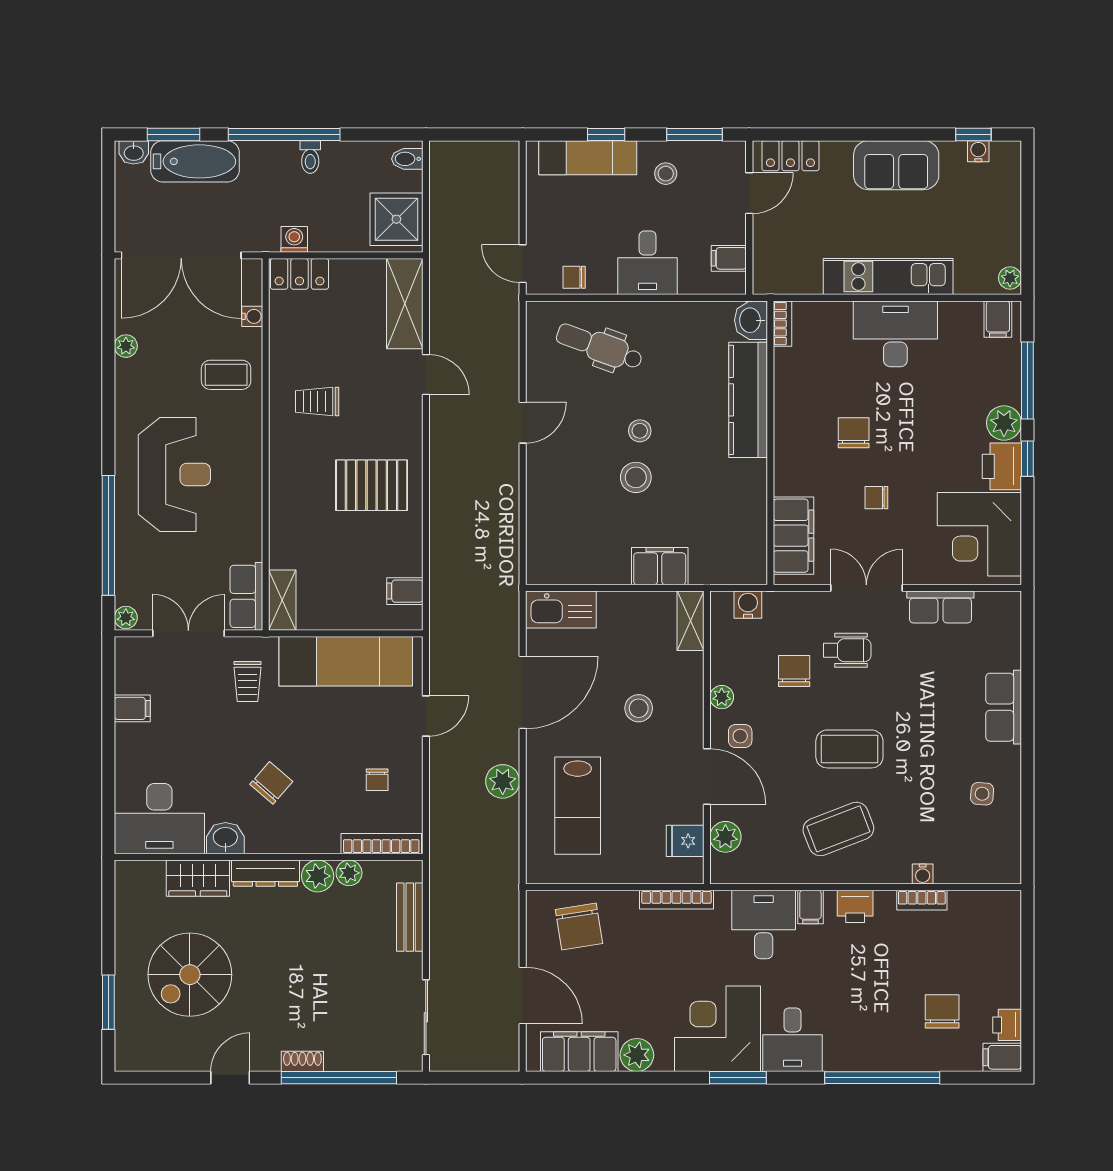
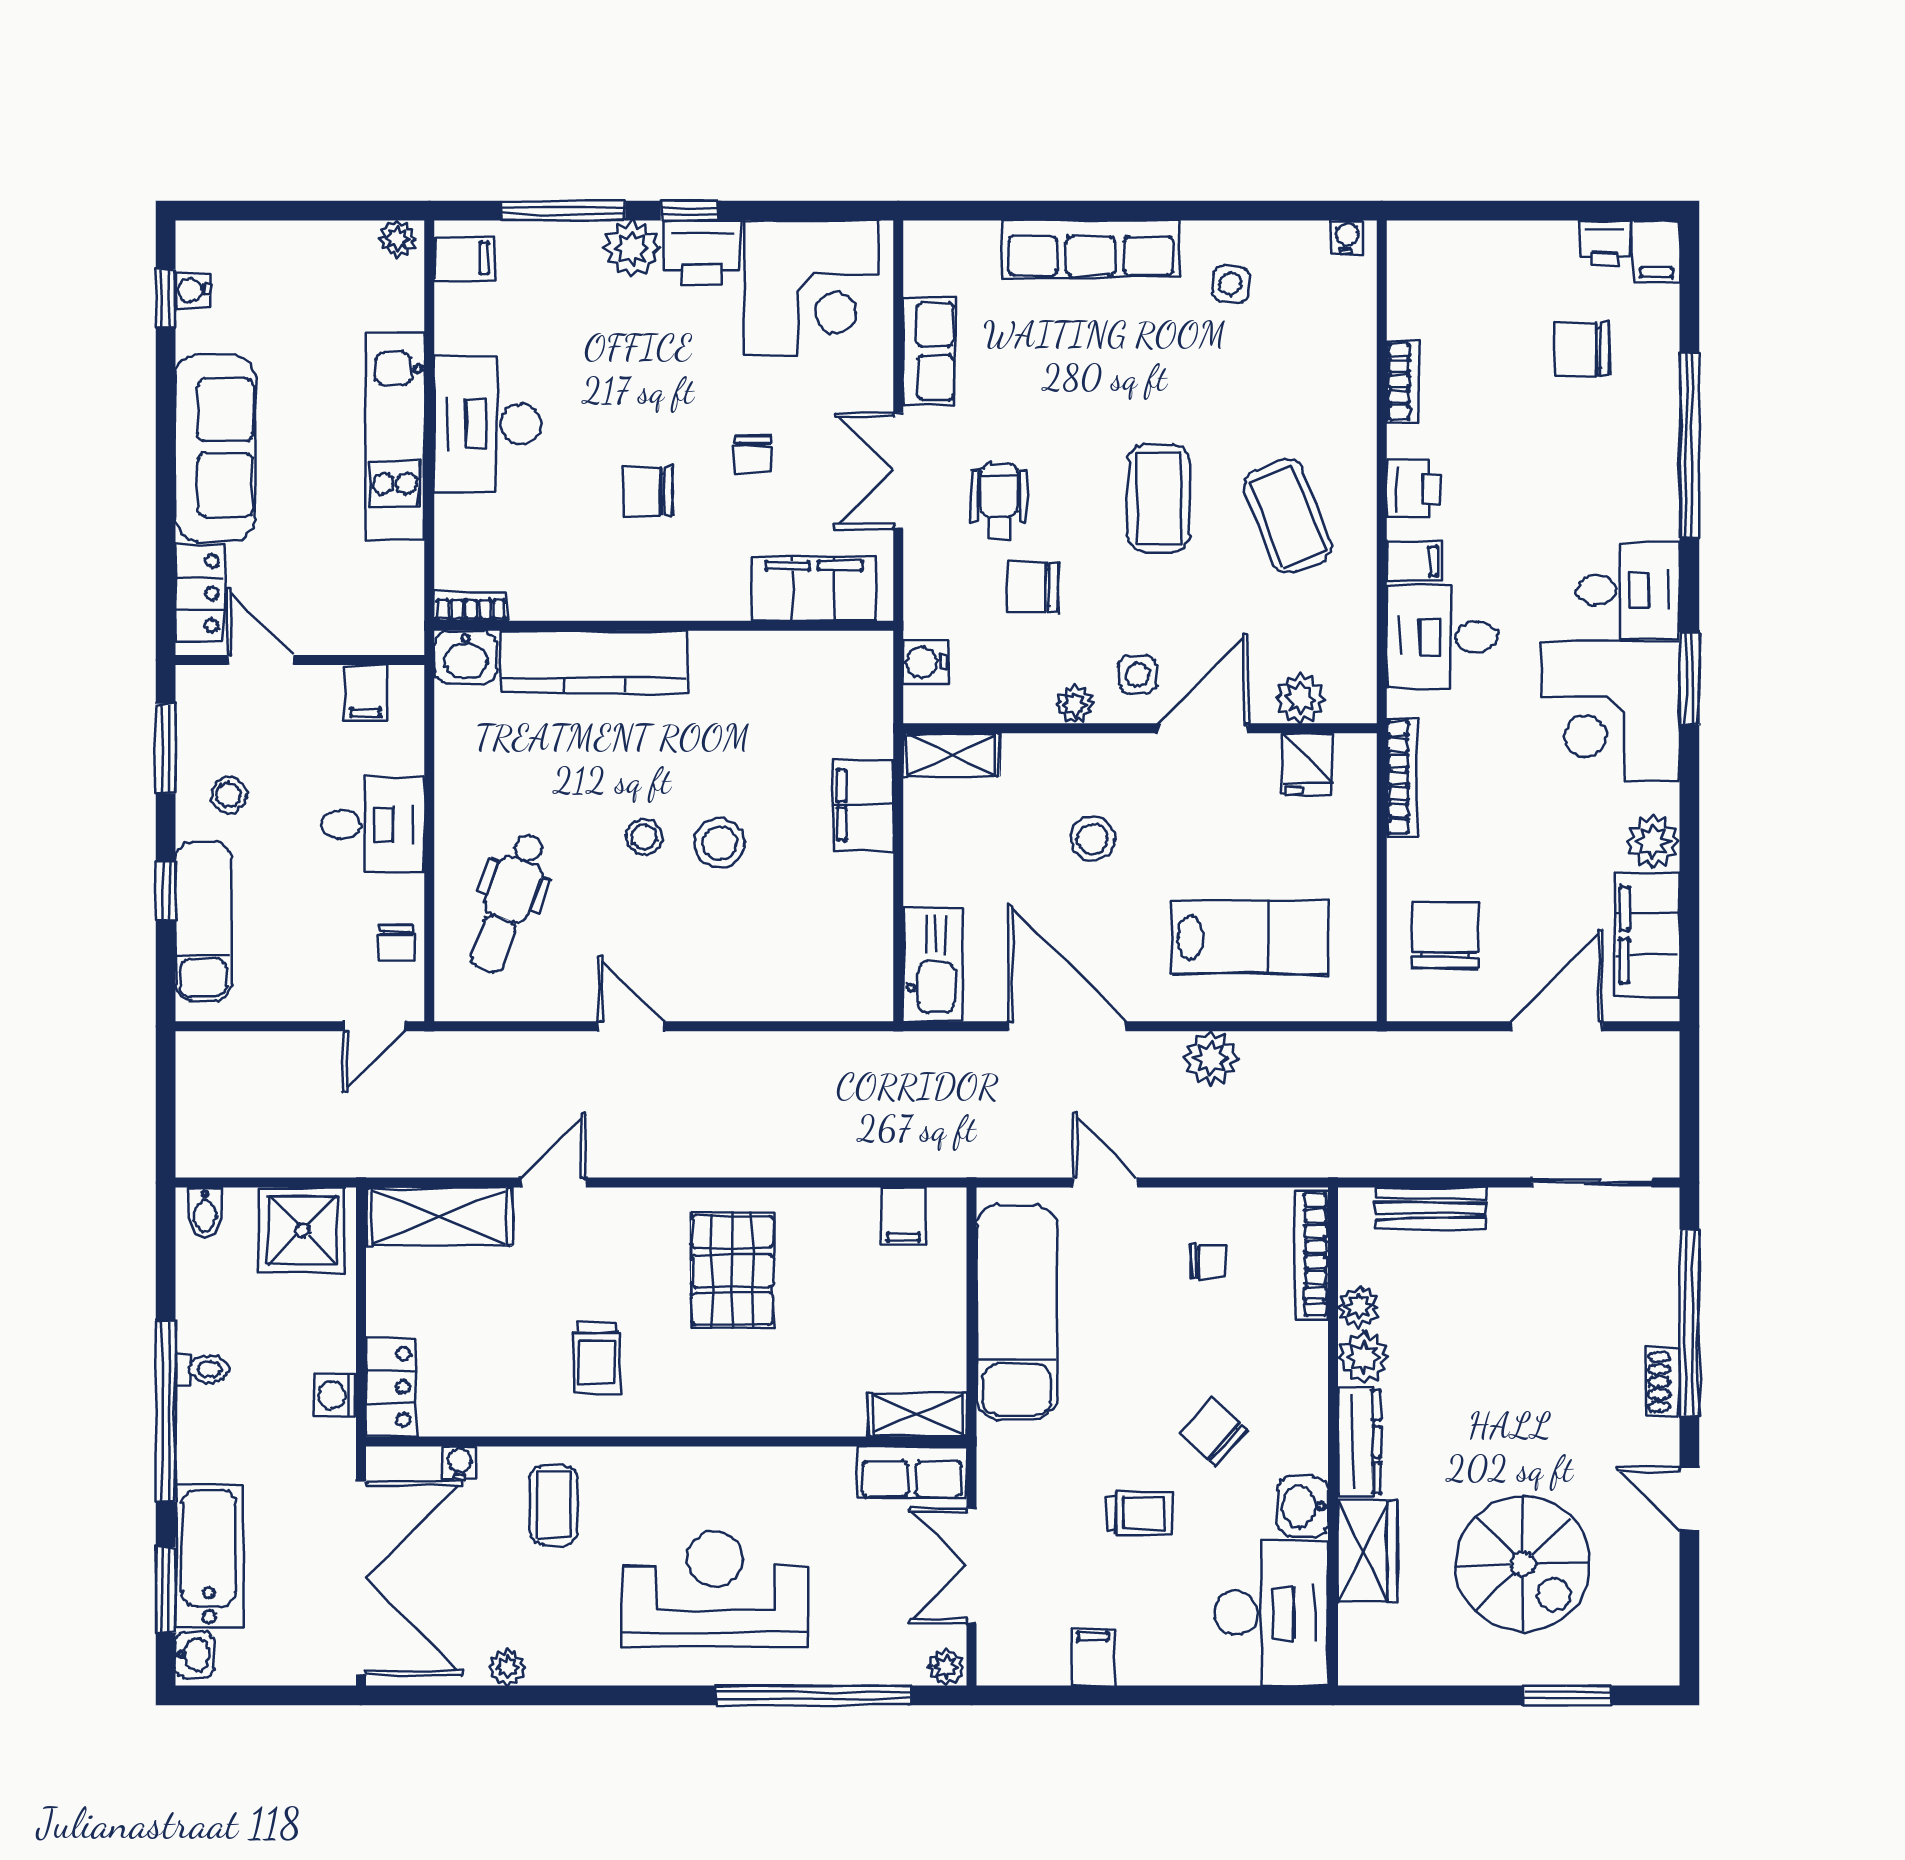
sofa: (896, 165) -> (215, 447), width x1.36
trolley: (248, 682) -> (1139, 1513), moved
row of seats: (1004, 707) -> (1091, 249), width x1.48
water cooler: (923, 874) -> (1347, 237), moved, turned -90
chair: (579, 927) -> (1445, 935), turned -81

